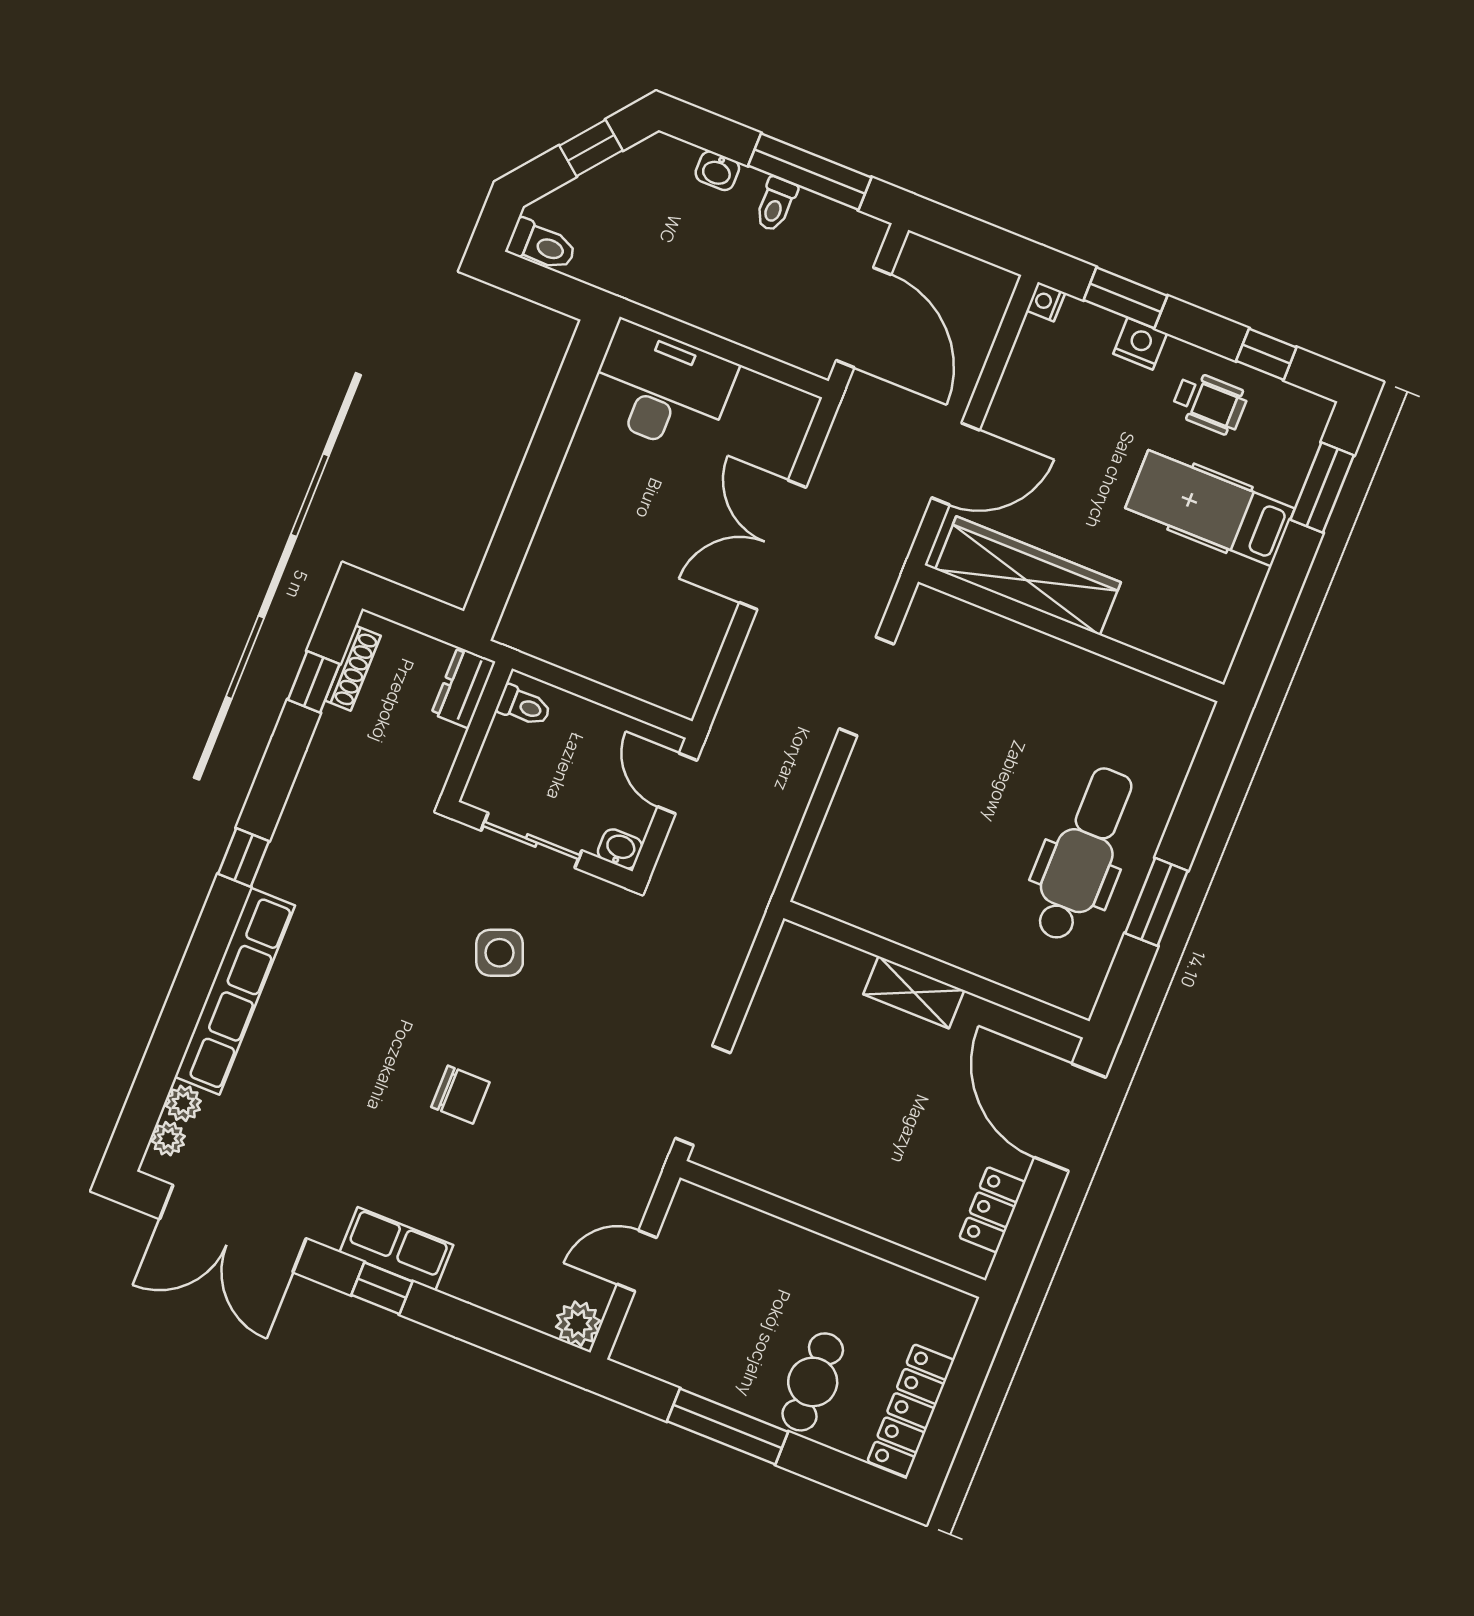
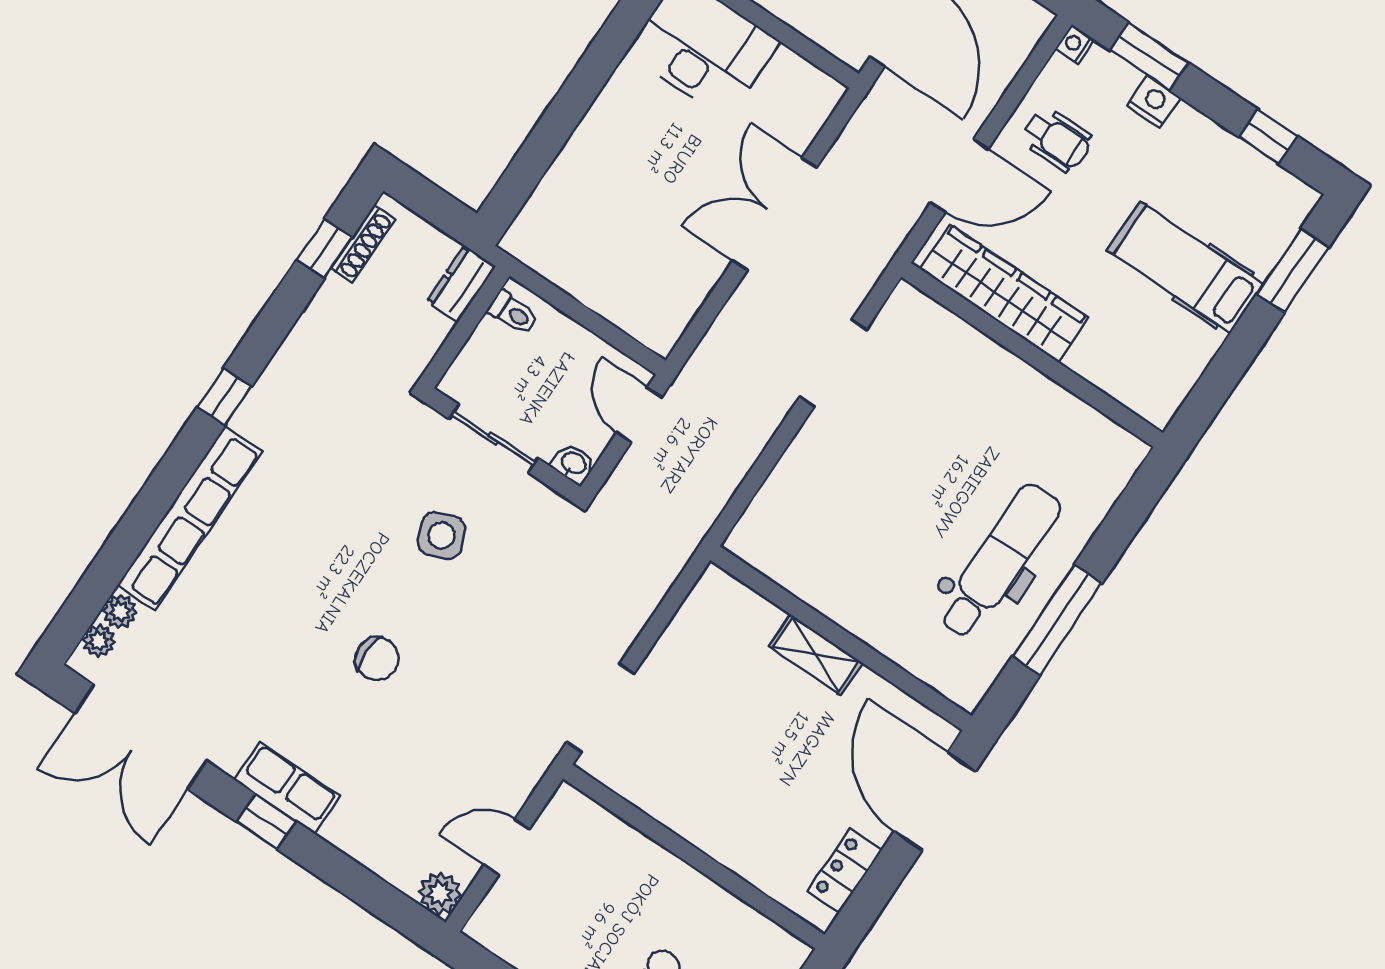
wheelchair: (1210, 403) -> (1057, 140), moved
window: (1156, 902) -> (1057, 620), width x1.44

